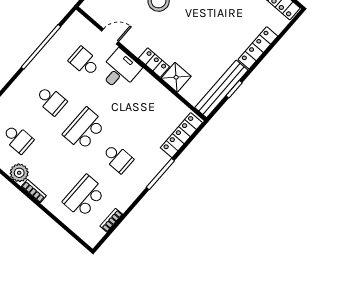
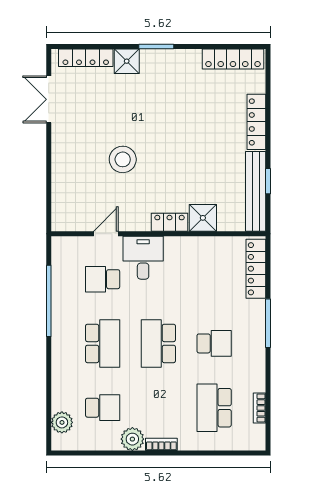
school desk: (51, 100) -> (103, 343), width x1.85

